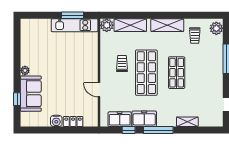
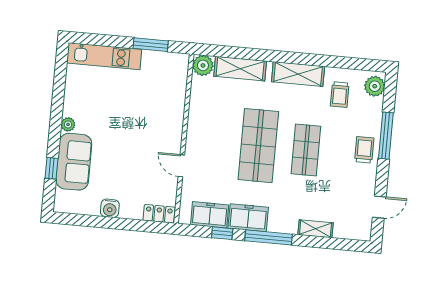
kitchen unit: (75, 25) -> (104, 56), moved
trolley: (122, 64) -> (364, 150), moved
locker: (73, 121) -> (159, 214), moved

